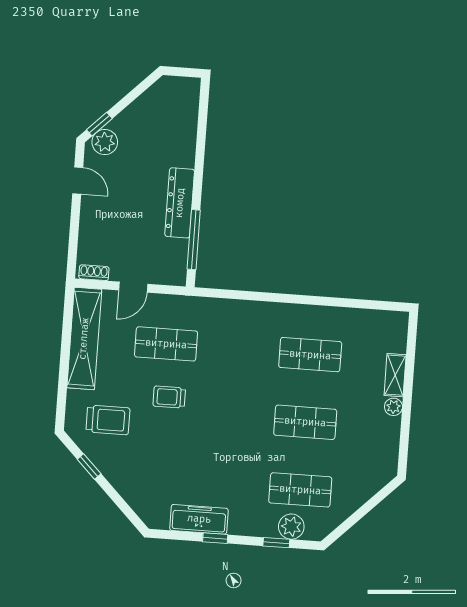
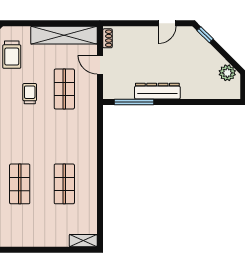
plant: (105, 142) -> (227, 73), moved
shelving: (395, 375) -> (83, 241), moved
plant: (393, 407) -> (34, 241), removed

